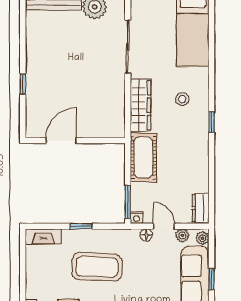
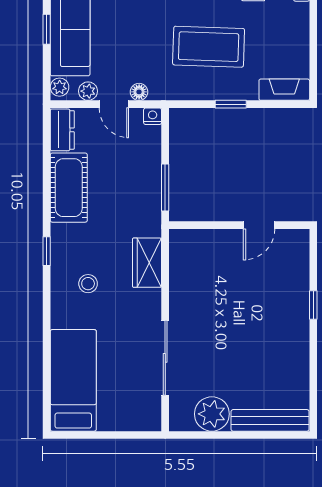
wardrobe: (141, 105) -> (147, 263), width x0.67
door: (61, 141) -> (259, 225), width x0.73
cot: (143, 157) -> (69, 188), moved
window: (128, 202) -> (165, 187), moved

